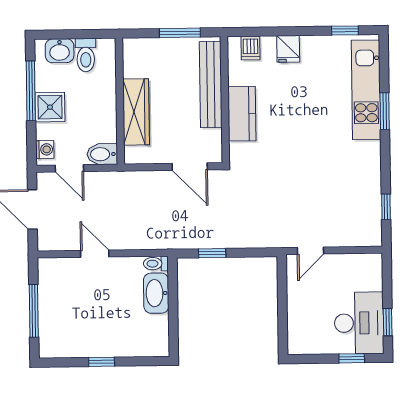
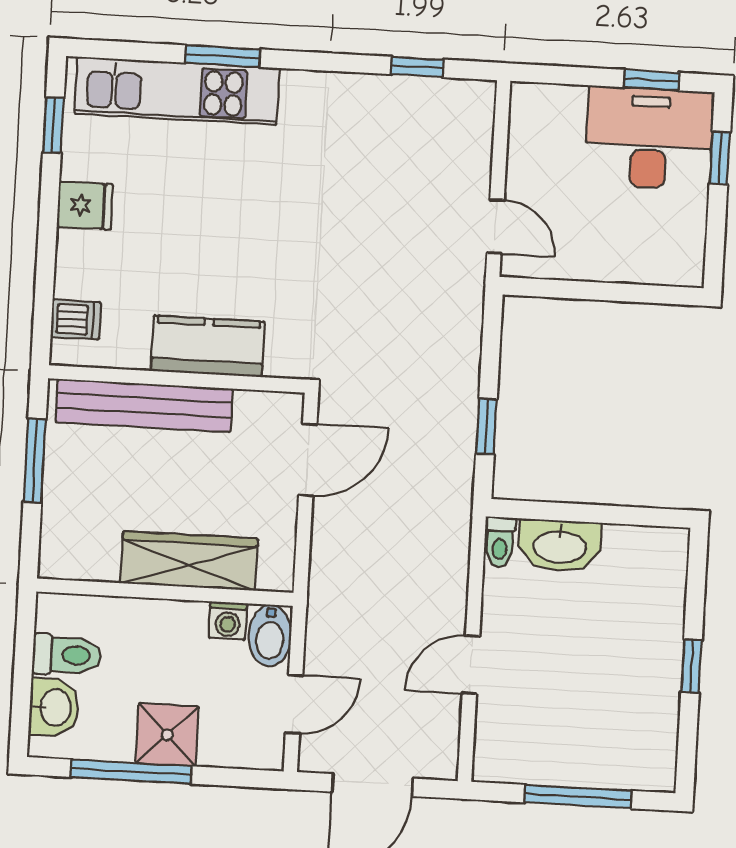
fridge: (288, 49) -> (85, 205), moved
washing machine: (45, 149) -> (228, 621), moved, turned 180

